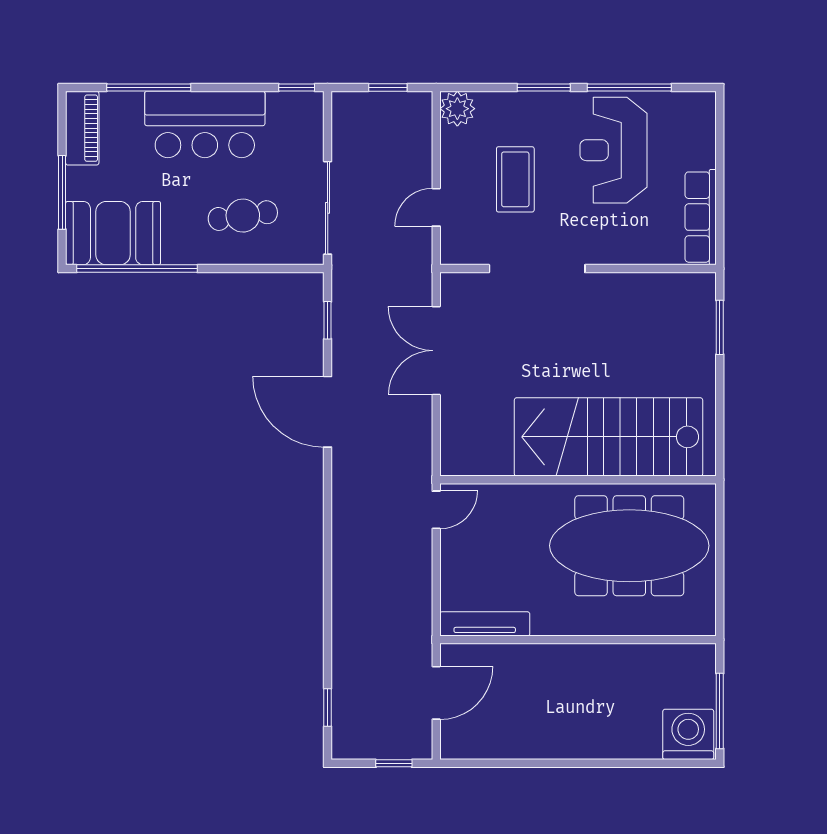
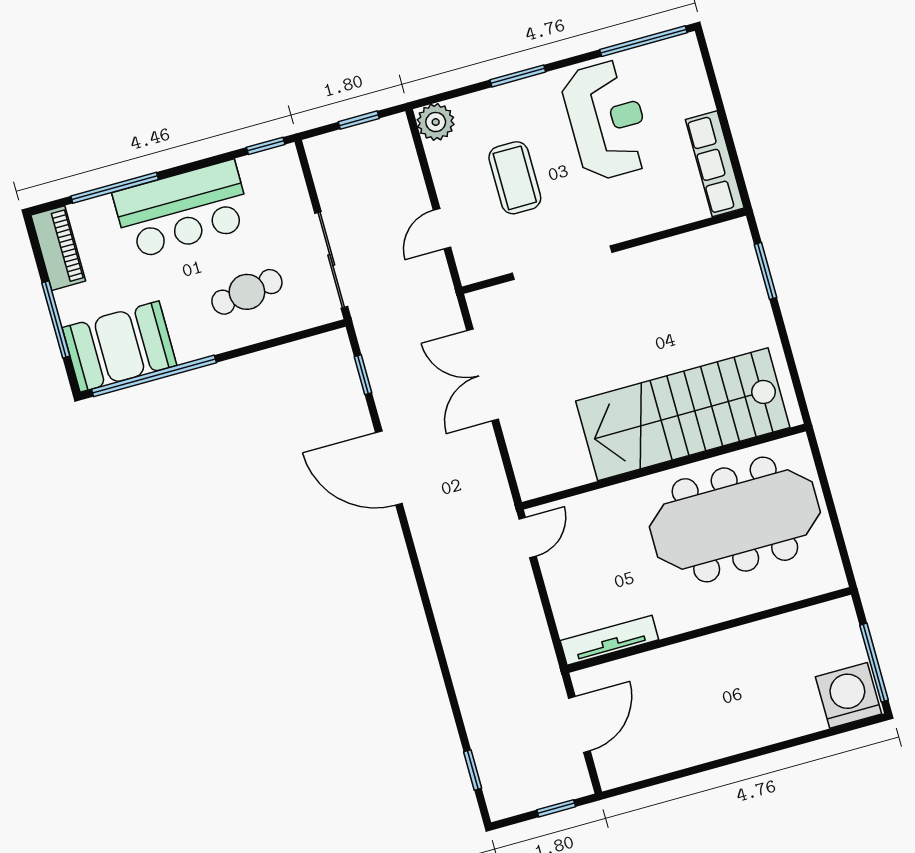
window: (629, 88) -> (643, 41), moved
reception desk: (613, 150) -> (607, 120), turned 180

